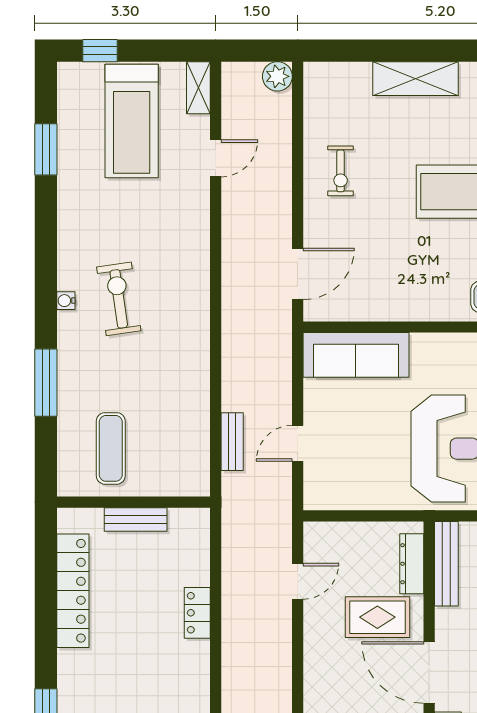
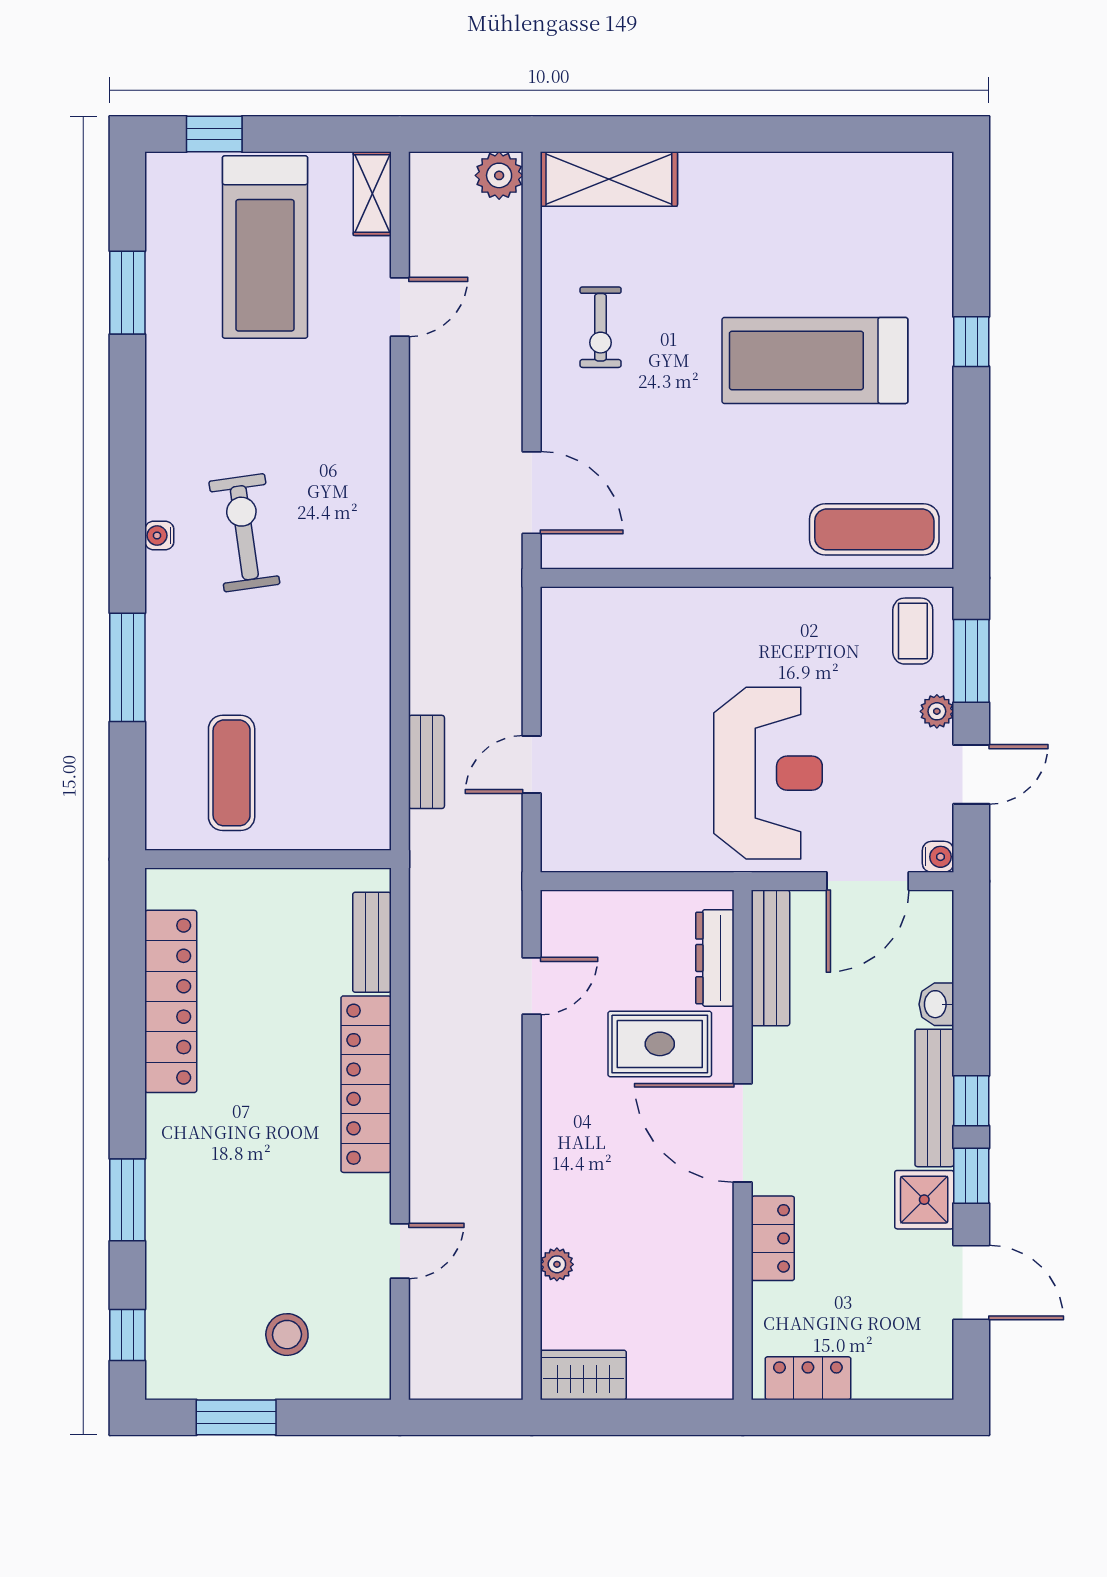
shelving: (416, 79) -> (609, 179), moved
door: (298, 274) -> (532, 493), hinge flipped
sofa: (356, 355) -> (625, 623), removed
bench: (136, 520) -> (372, 942), moved, turned 90
locker: (197, 613) -> (366, 1084), width x2.16, depth x1.21

